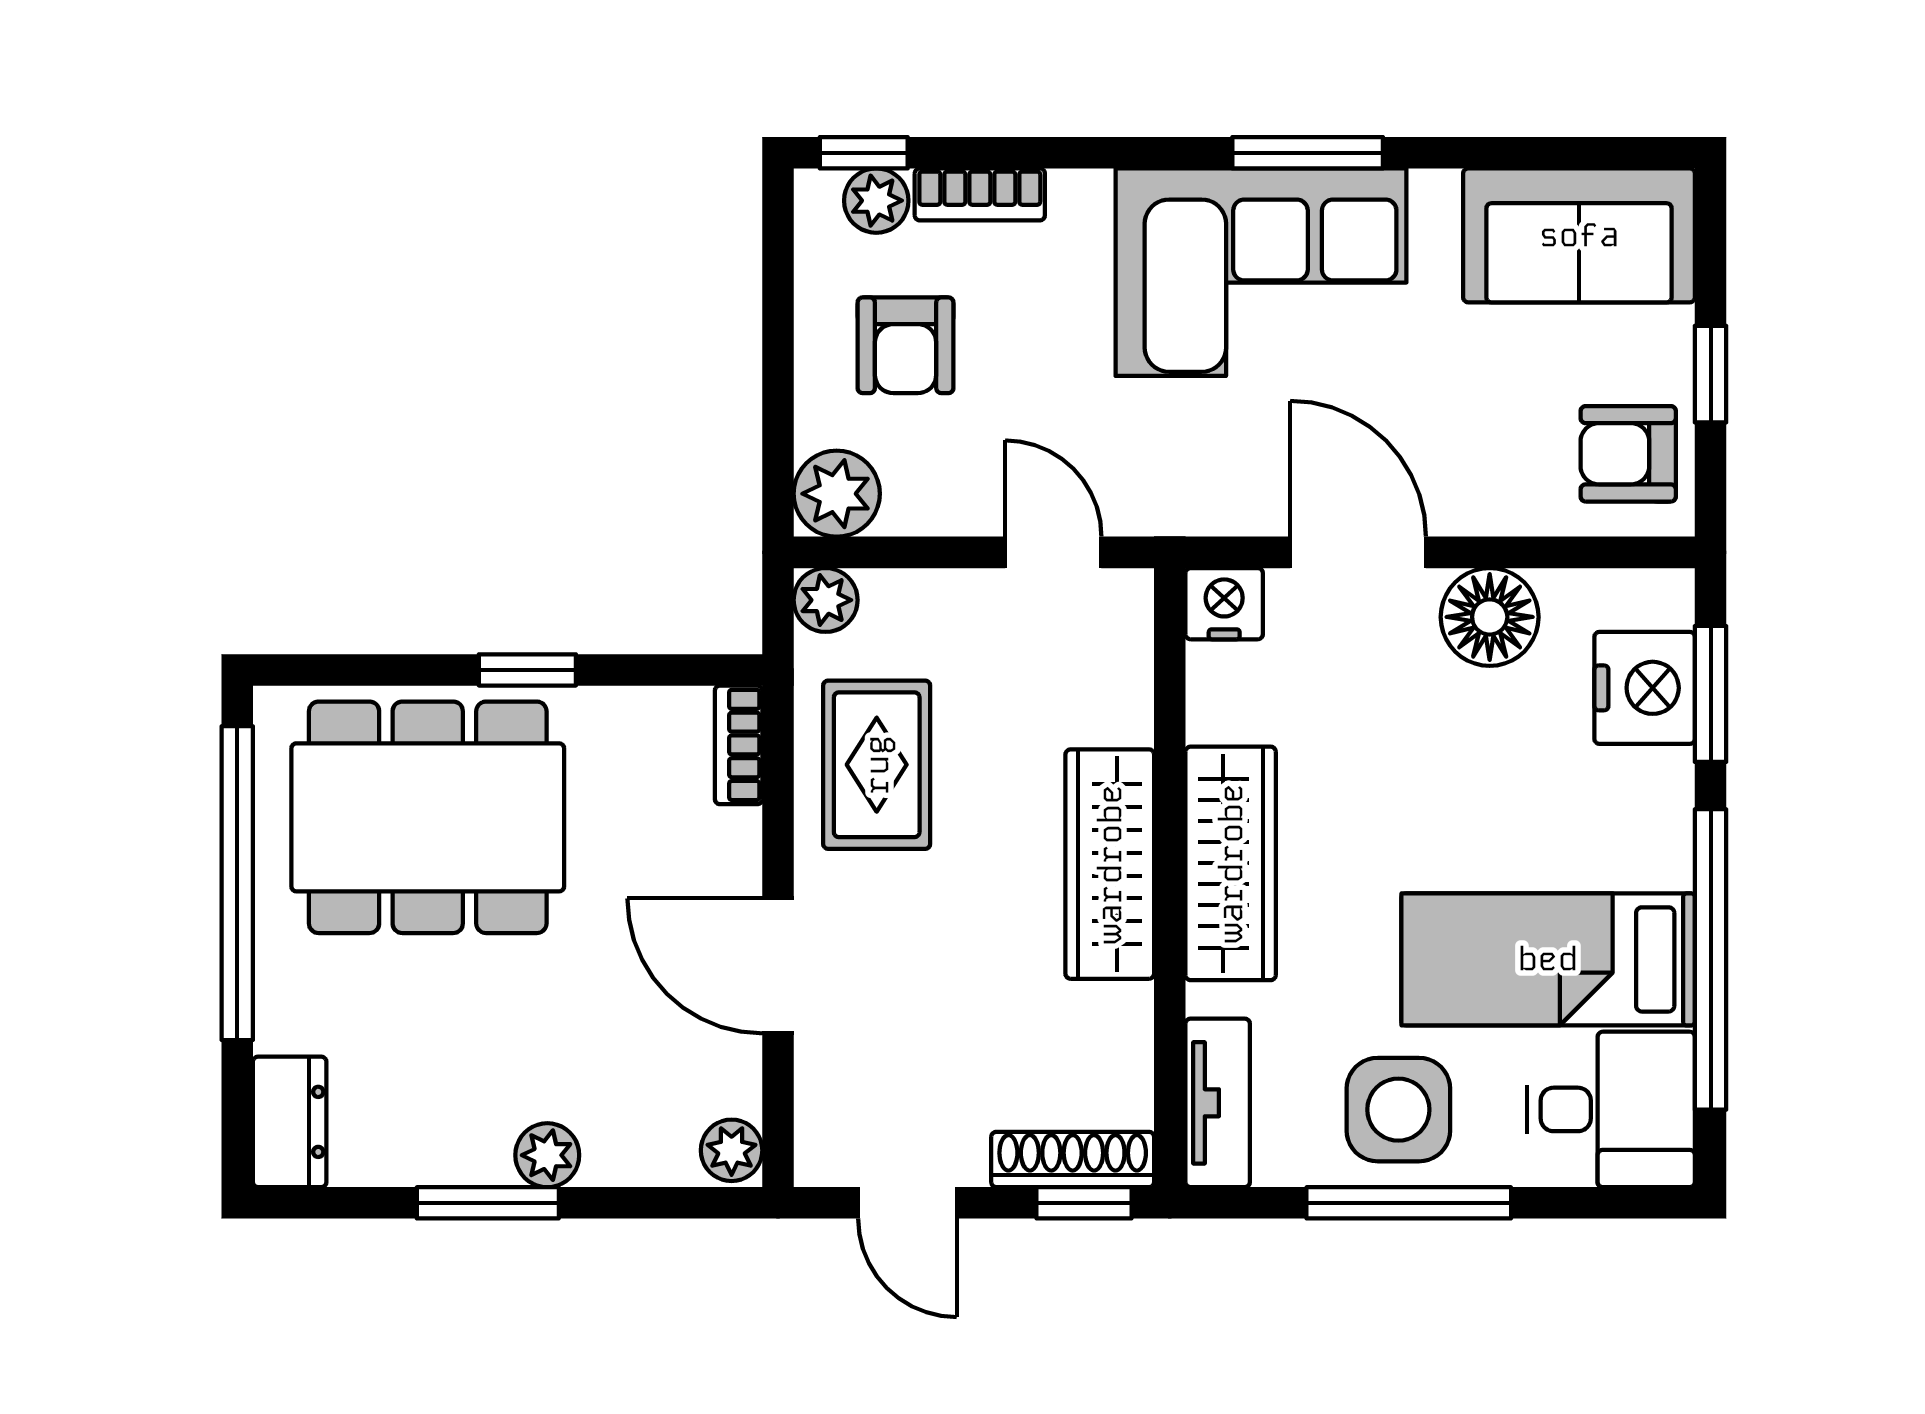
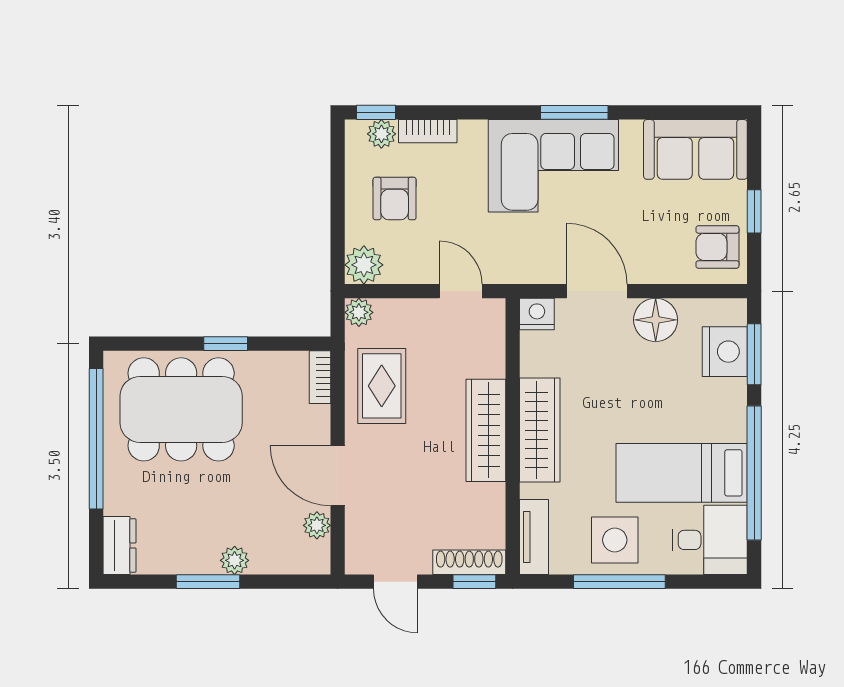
plant: (732, 1150) -> (317, 525), moved

